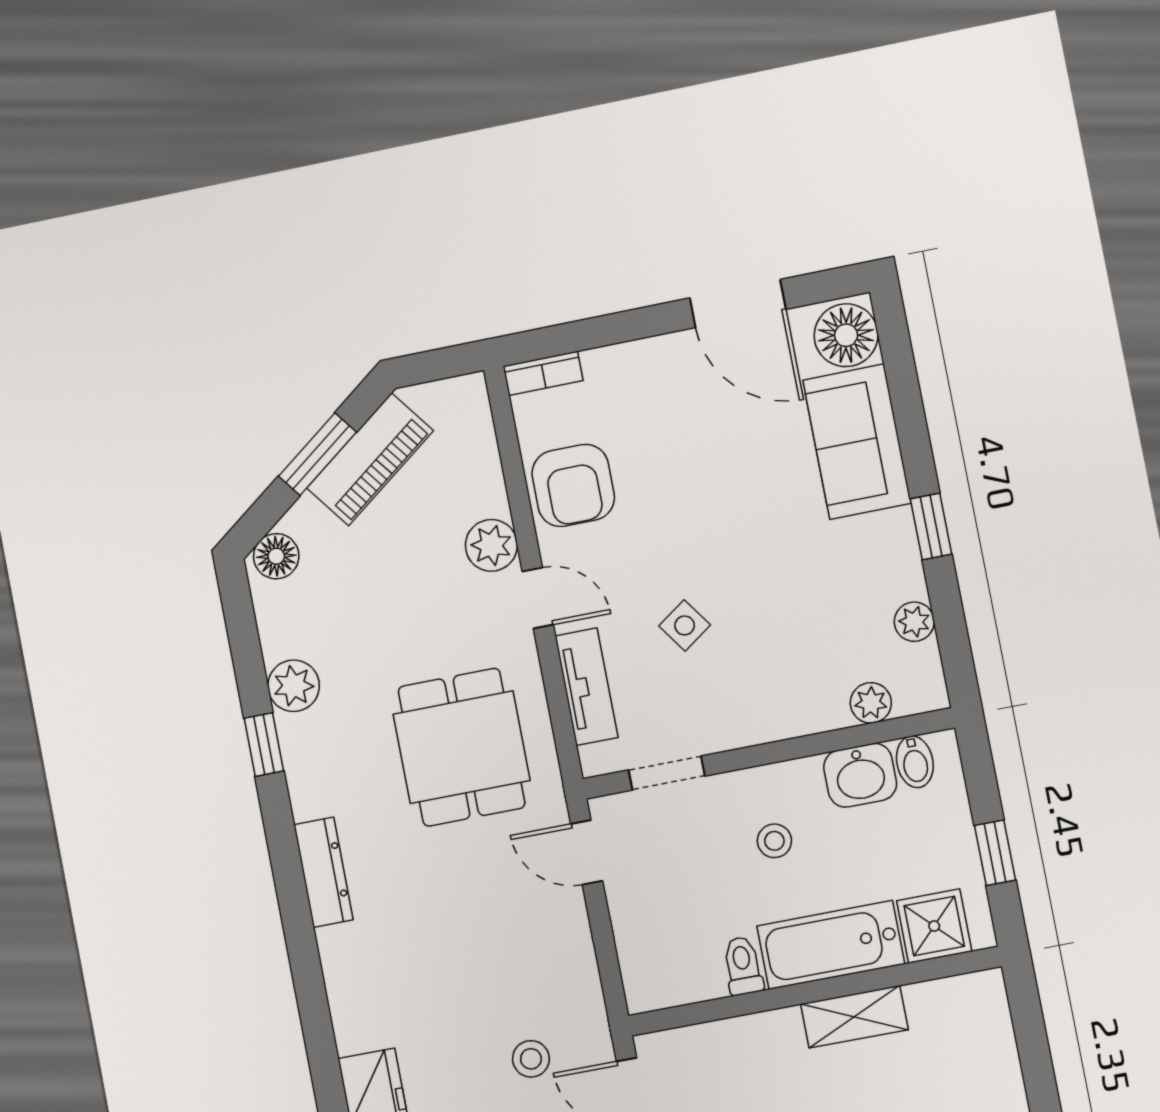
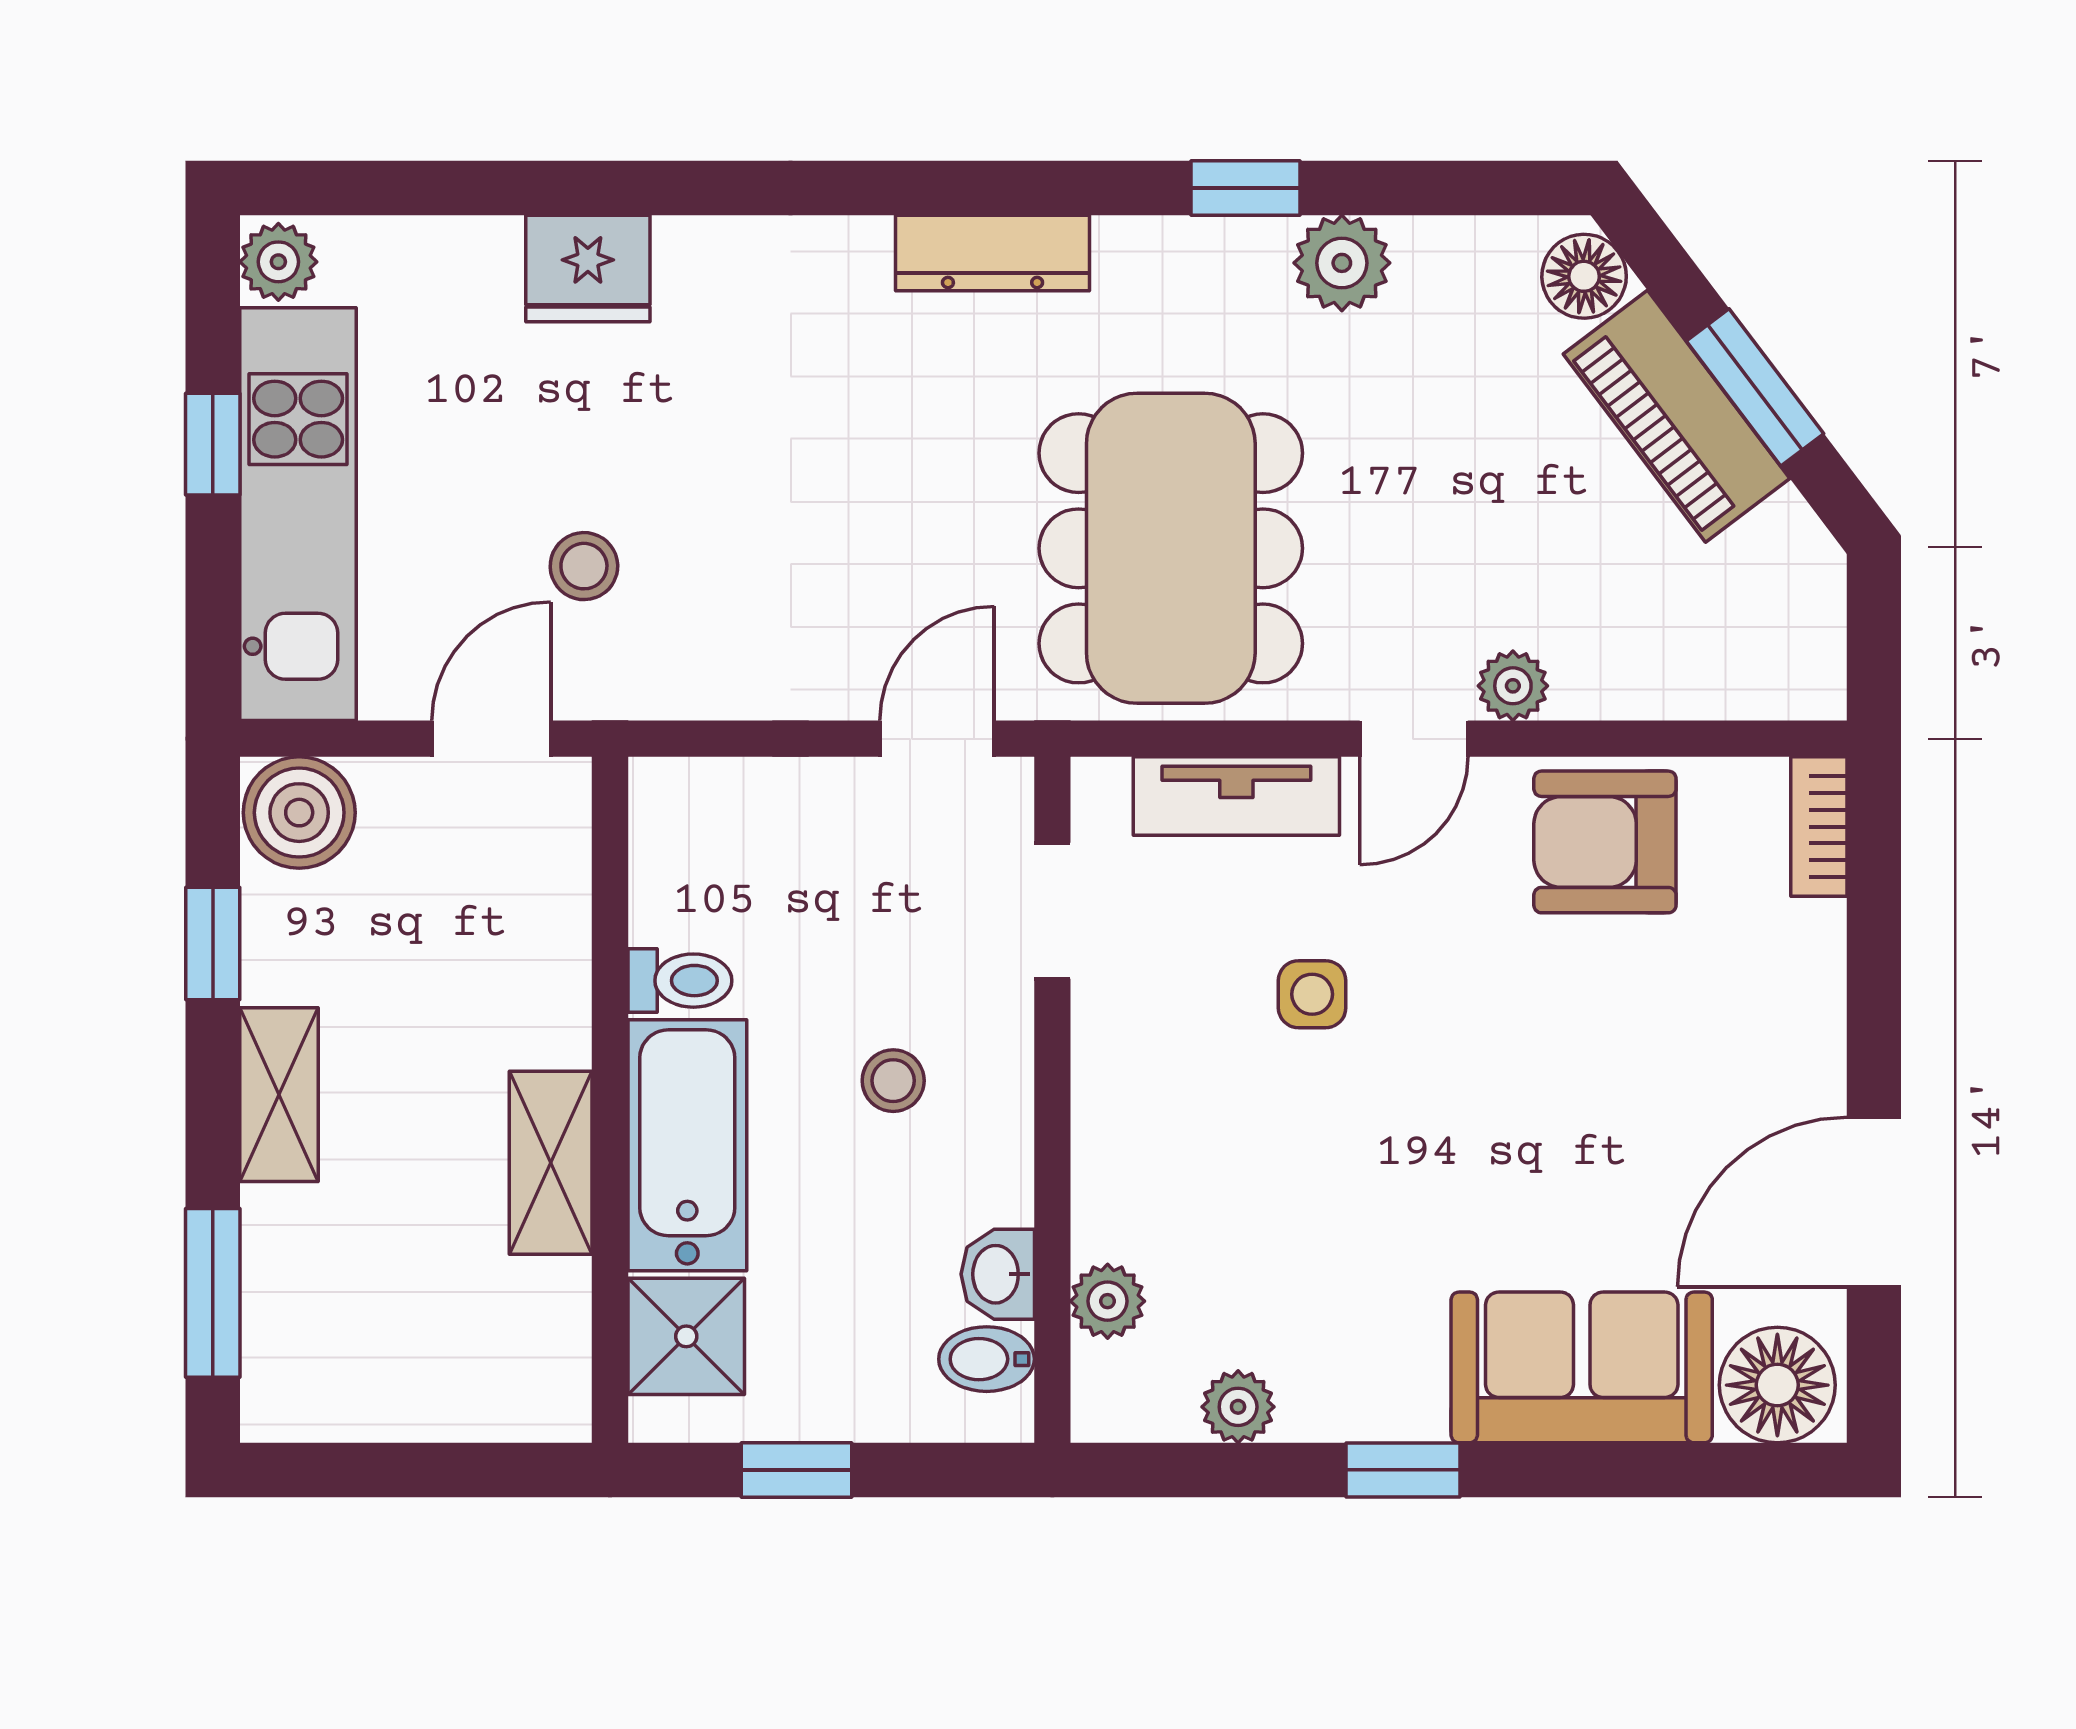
piano: (370, 459) -> (1677, 416), moved
plant: (491, 545) -> (1513, 686), width x0.73, depth x0.73
side table: (685, 625) -> (1312, 994), turned 35
dining table: (462, 747) -> (1171, 548), width x1.38
washbasin: (860, 775) -> (998, 1274), width x0.72, depth x0.69

